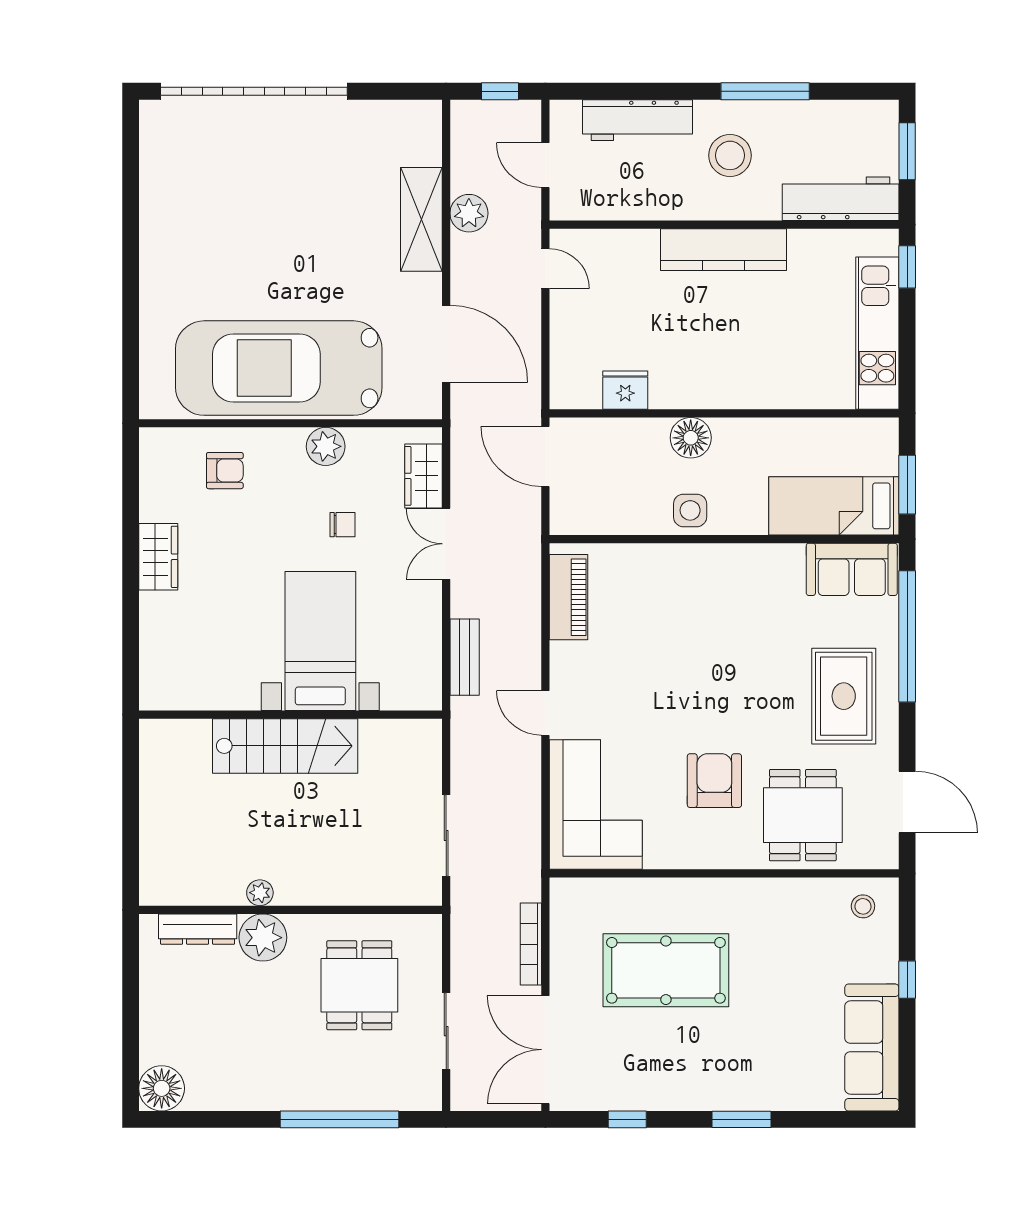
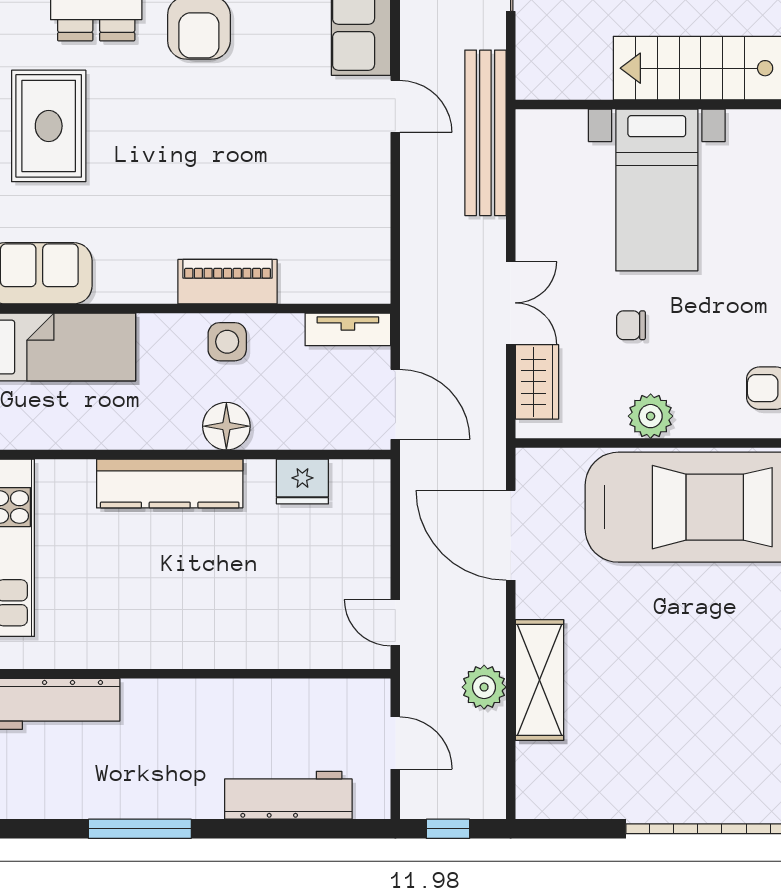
stool: (730, 155) -> (181, 754), removed
kitchen counter: (724, 250) -> (170, 484), moved, turned 180
tv unit: (586, 521) -> (348, 329), added
piano: (568, 597) -> (228, 282), moved, turned 90
bench: (465, 657) -> (485, 133), width x1.86, depth x1.21

